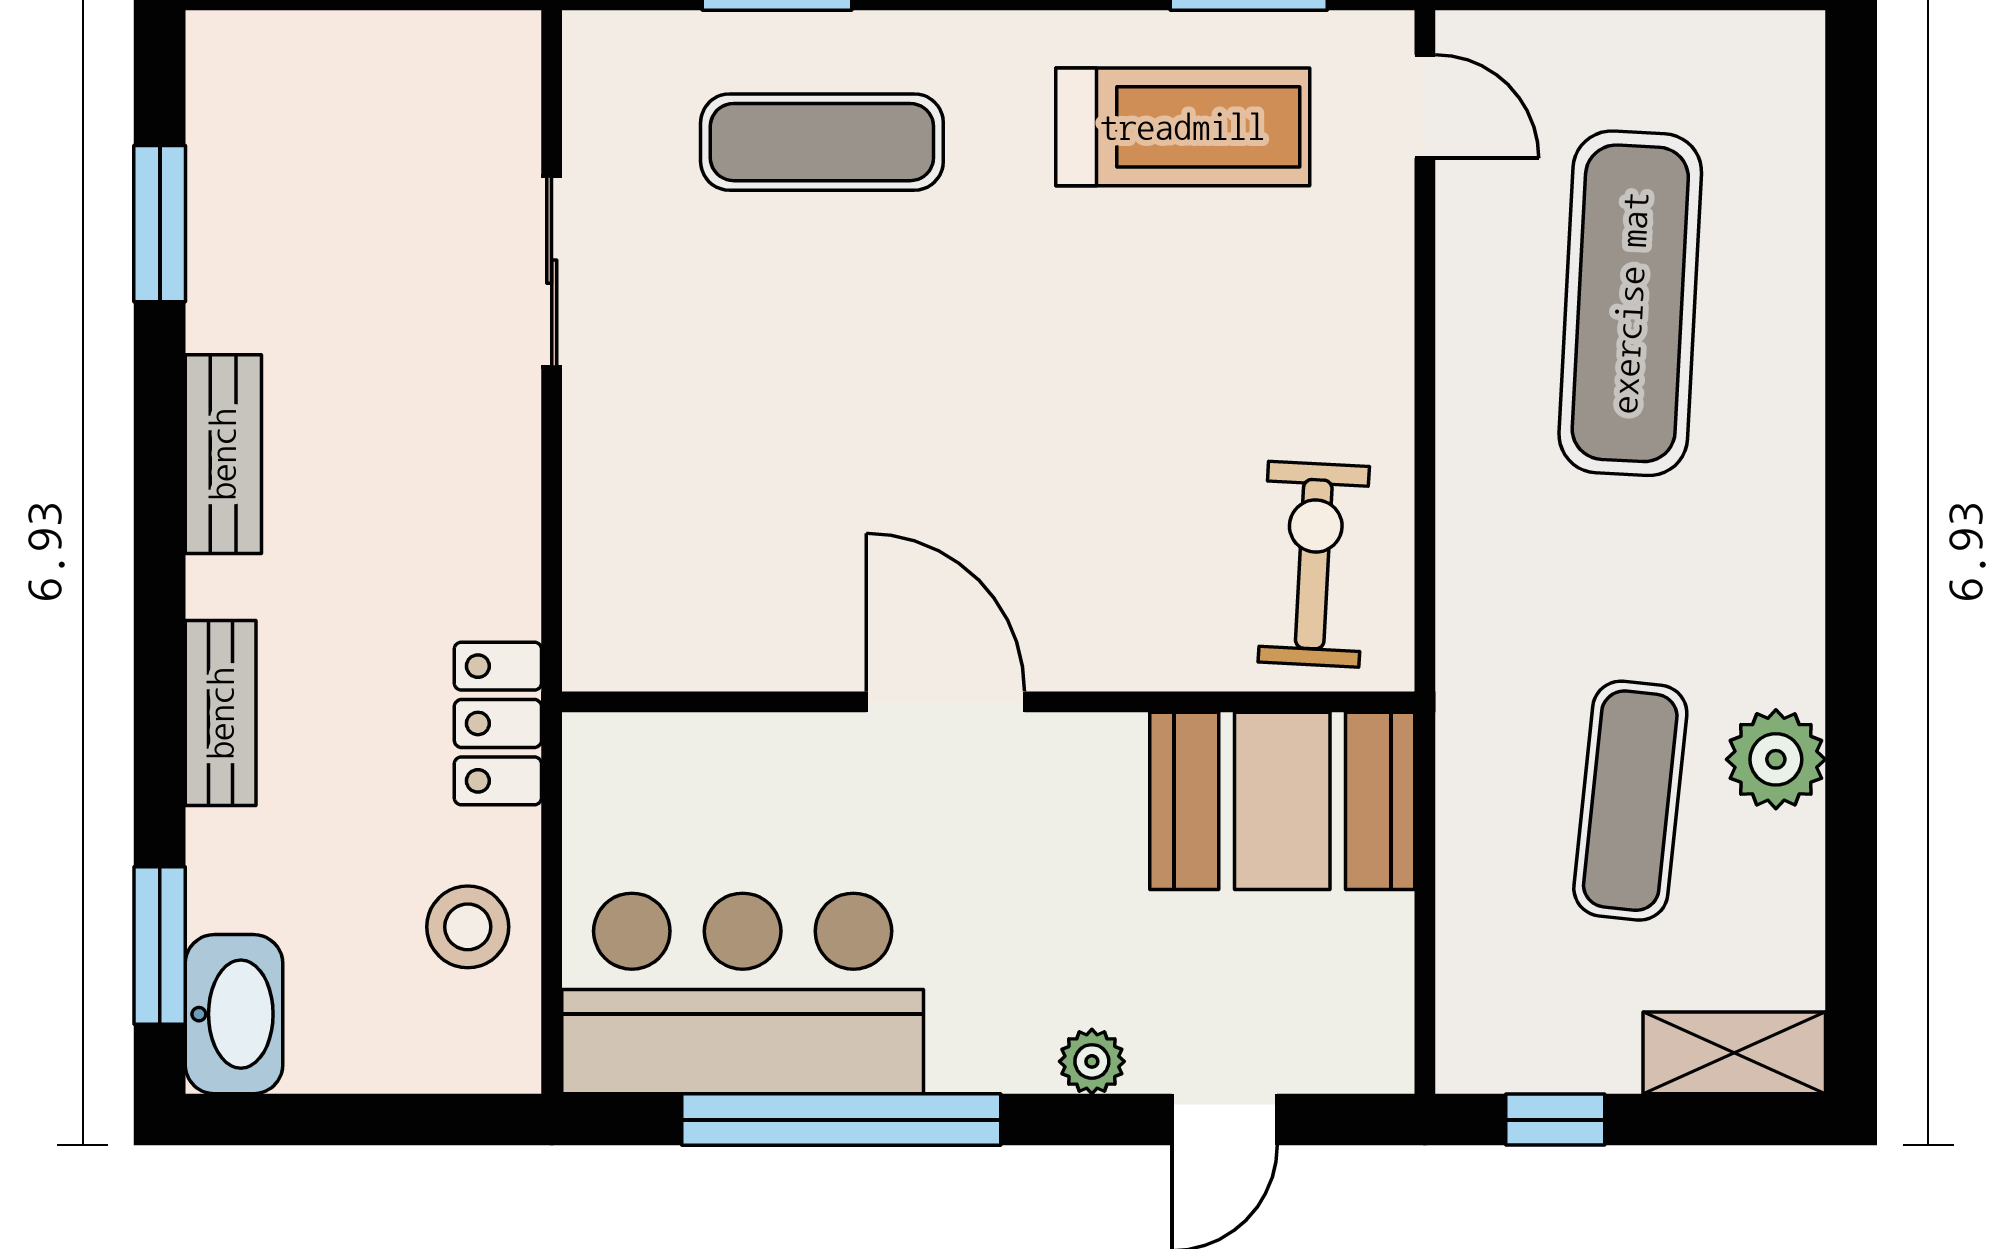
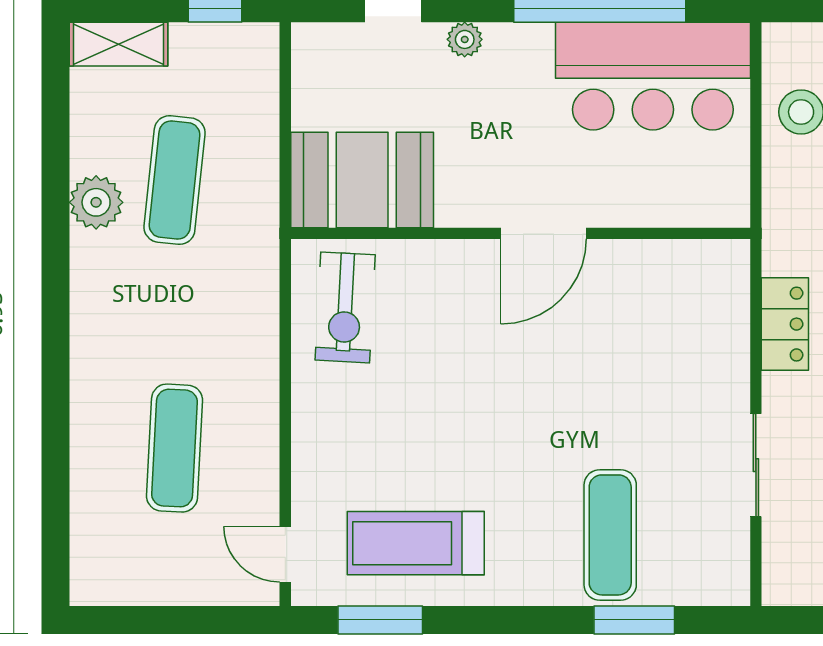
exercise mat: (822, 142) -> (610, 535), turned 90
exercise mat: (1630, 303) -> (175, 448), width x0.73, depth x0.69
door: (946, 702) -> (544, 233), hinge flipped
locker: (498, 723) -> (785, 324), moved

